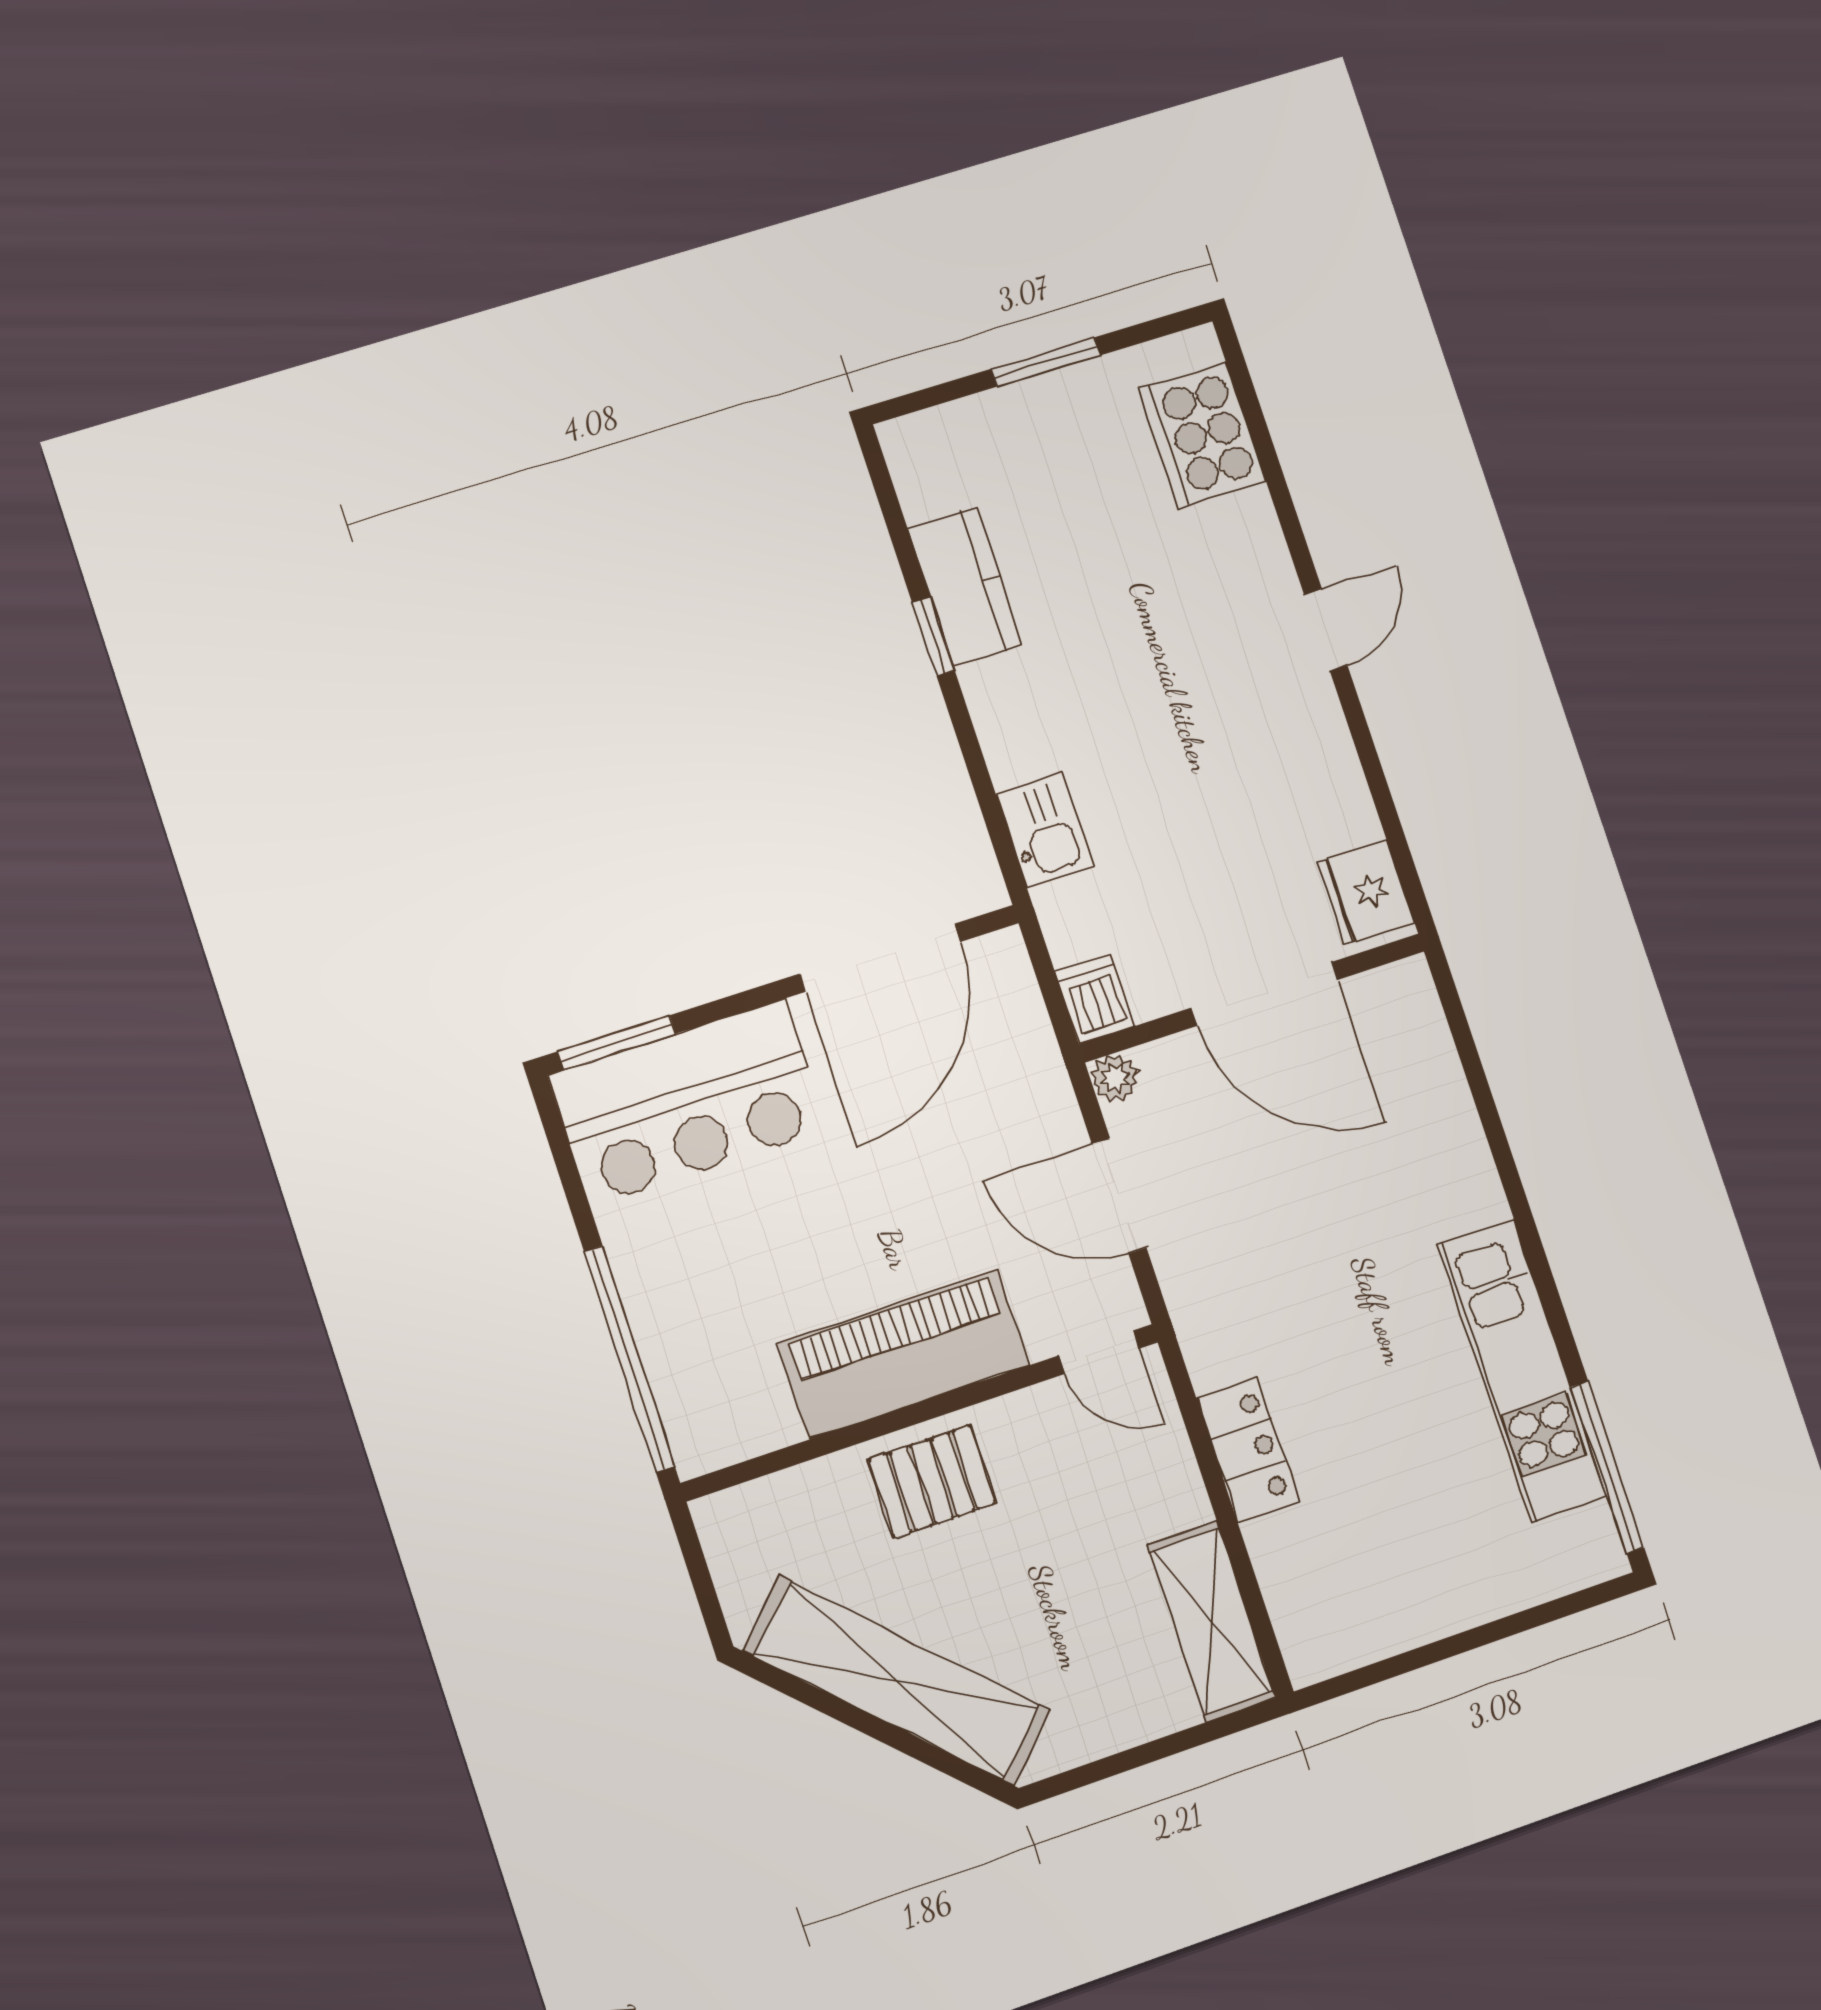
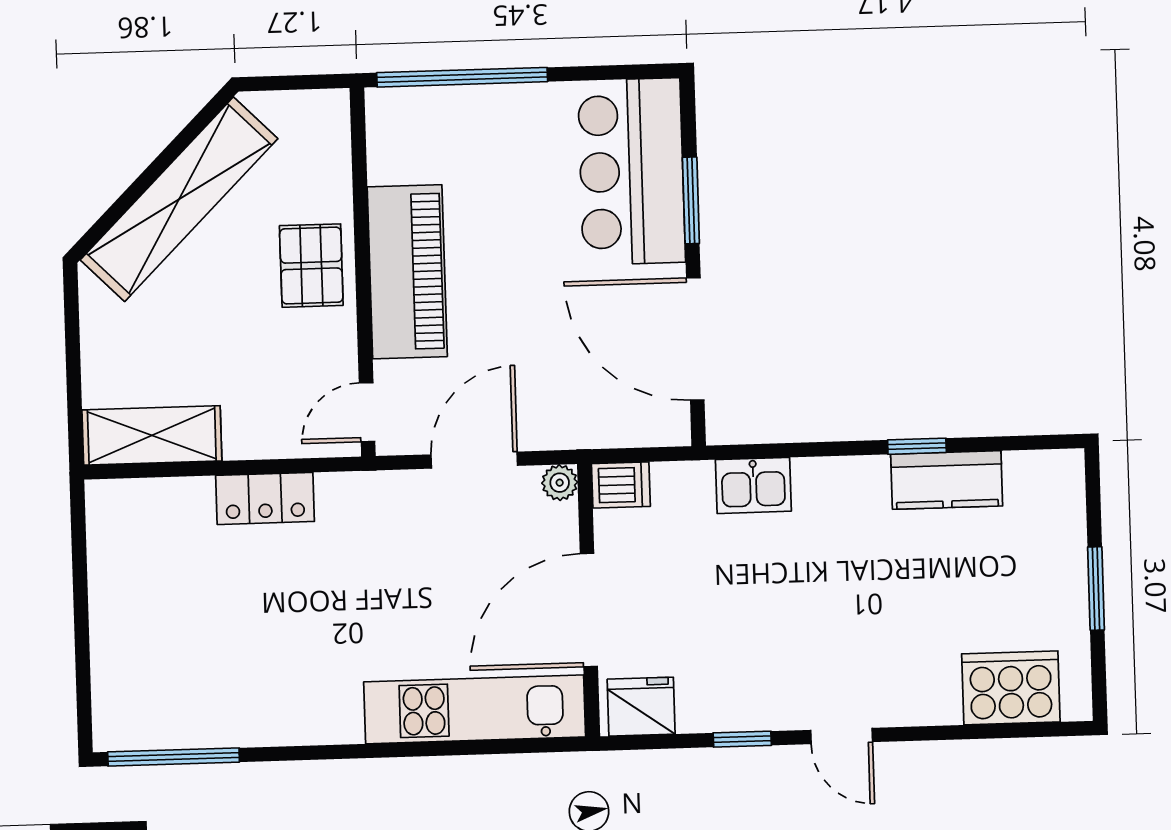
window: (1367, 754) -> (742, 739), added
window: (617, 1043) -> (691, 200), moved
kitchen unit: (1522, 1371) -> (475, 709), moved

